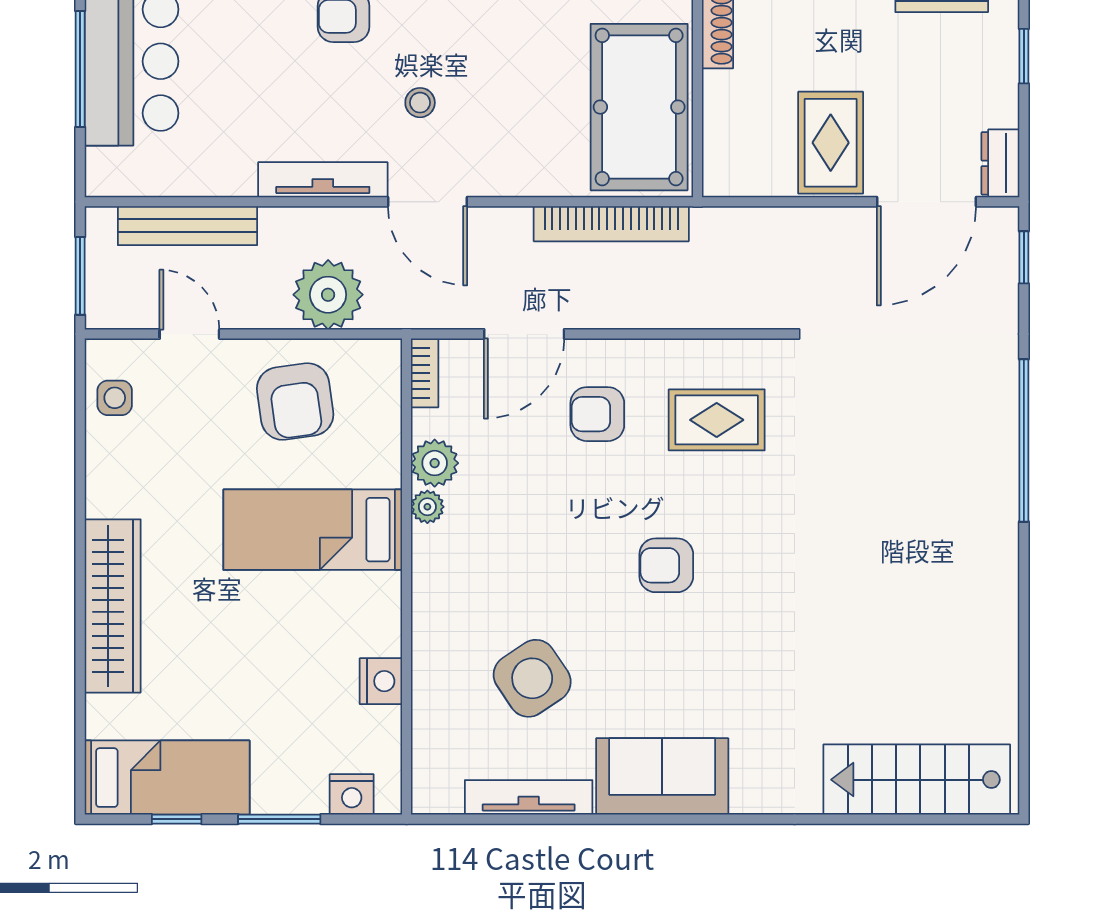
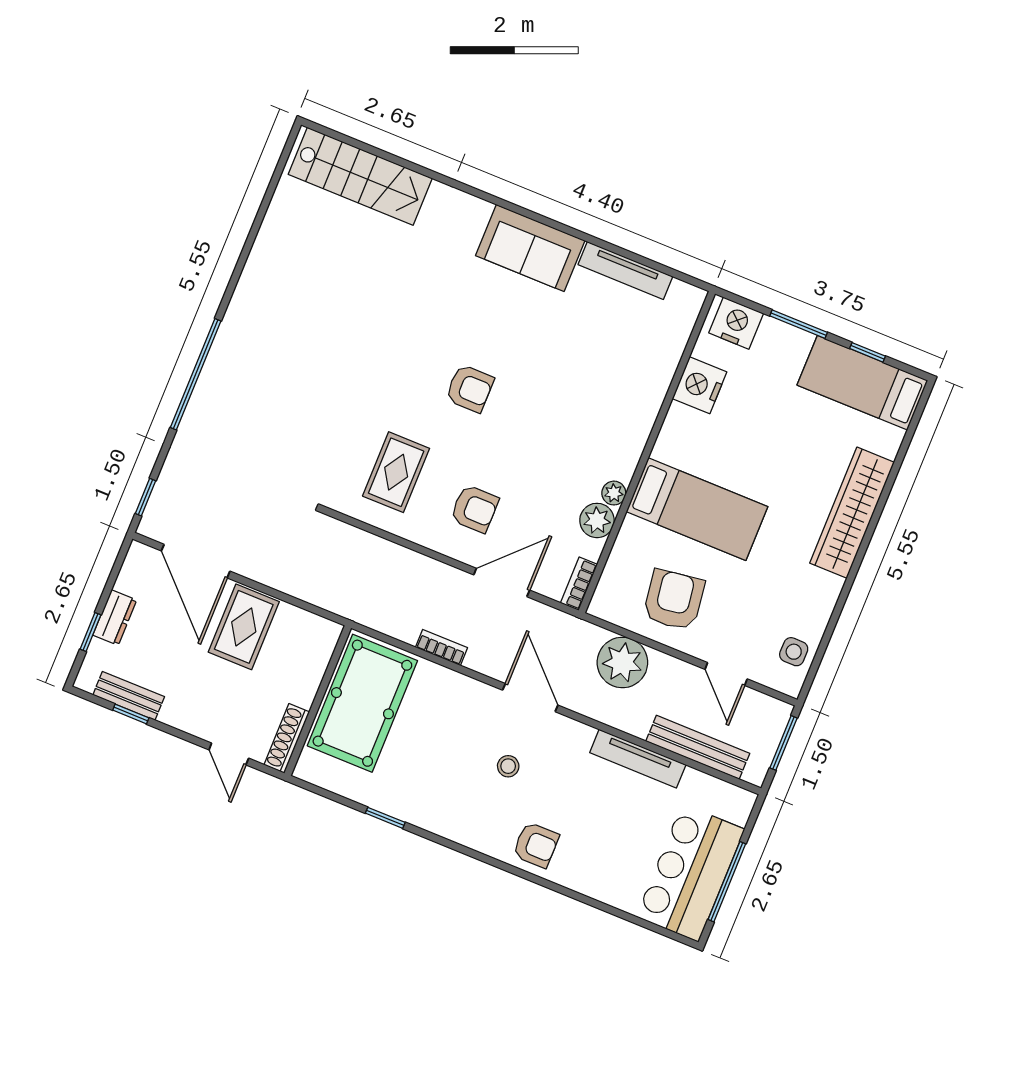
dresser: (1000, 163) -> (115, 617), moved
tv unit: (323, 180) -> (638, 759), moved
door: (926, 202) -> (196, 561), swing flipped
bookcase: (611, 224) -> (441, 647), width x0.43, depth x0.76
rug: (717, 420) -> (396, 472), turned 90
side table: (532, 678) -> (591, 349), removed
nightstand: (381, 681) -> (700, 385), width x1.36, depth x1.33
nightstand: (352, 794) -> (736, 323), width x1.36, depth x1.33

